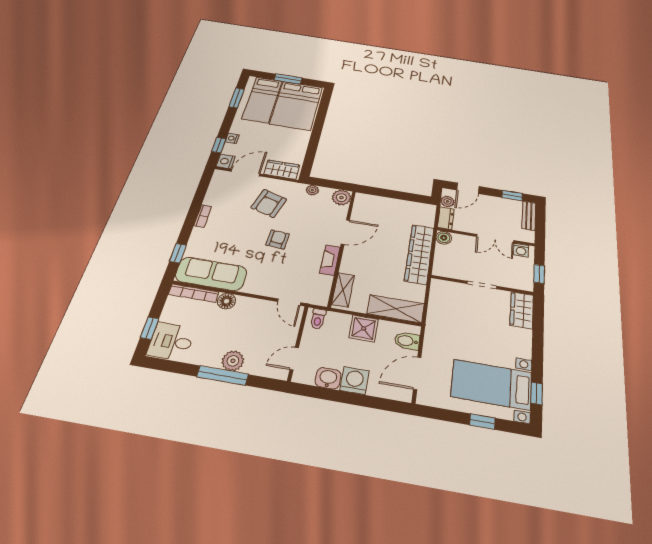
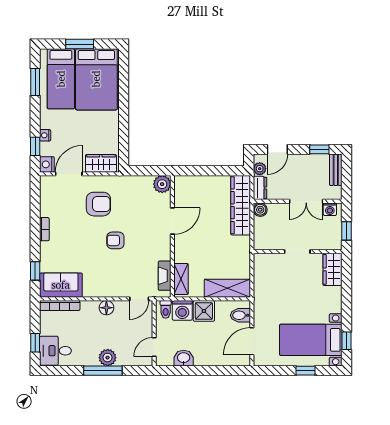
plant: (312, 190) -> (134, 181), removed
armchair: (269, 203) -> (98, 204), turned -107
armchair: (278, 239) -> (115, 240), turned -94
wardrobe: (419, 254) -> (241, 205), moved
fireplace: (330, 260) -> (165, 276), moved
sofa: (211, 274) -> (61, 285), width x0.73
floor lamp: (226, 301) -> (106, 308), moved
door: (289, 302) -> (139, 299), hinge flipped
washing machine: (355, 381) -> (182, 310), moved, turned 180

